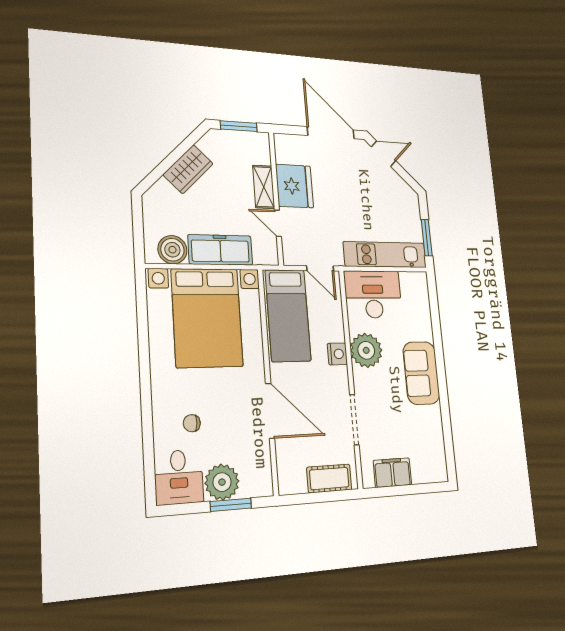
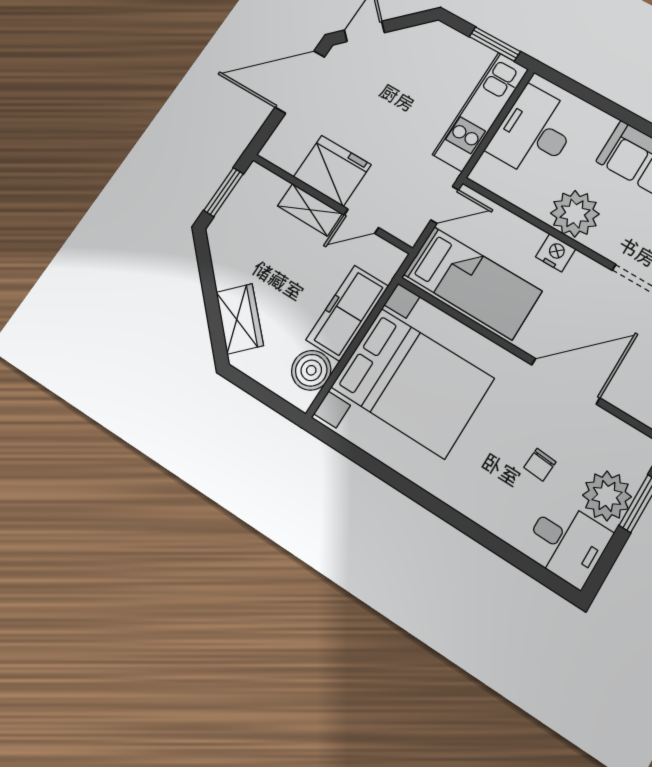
wardrobe: (188, 169) -> (240, 319), moved
desk: (373, 294) -> (534, 132), moved
chair: (192, 423) -> (540, 465), moved

